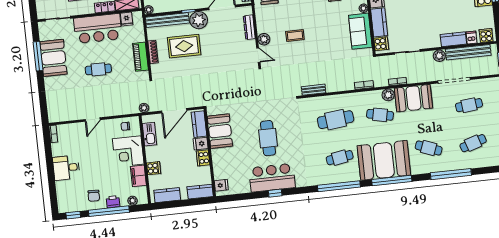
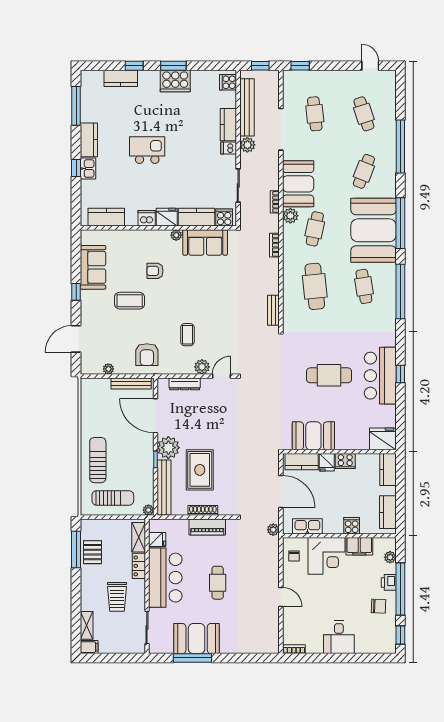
coffee table: (295, 36) -> (187, 335), moved
dishwasher: (471, 38) -> (229, 148), moved
fridge: (221, 185) -> (383, 439), width x1.88, depth x1.34

